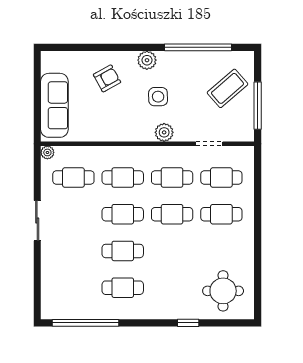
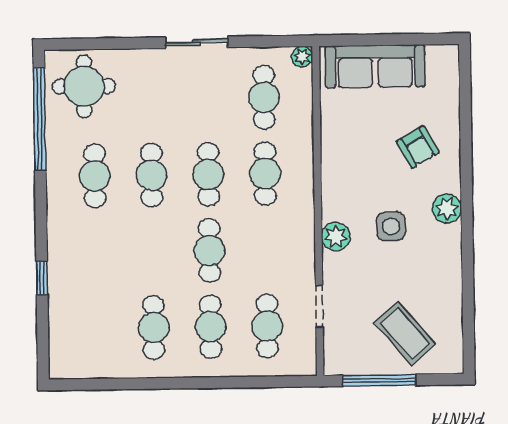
window: (198, 47) -> (468, 287), removed
cafe table: (172, 178) -> (154, 328), moved
round table: (223, 291) -> (84, 86), moved

